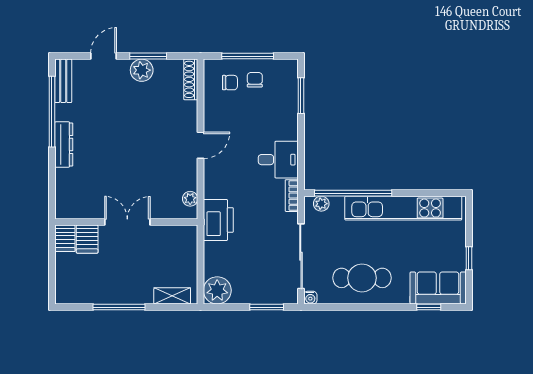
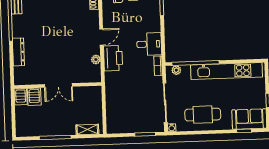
dresser: (64, 145) -> (18, 52), moved
plant: (190, 199) -> (96, 59), moved
printer: (218, 220) -> (113, 58), moved
double door: (127, 222) -> (58, 85), swing flipped
plant: (217, 290) -> (115, 125), removed

